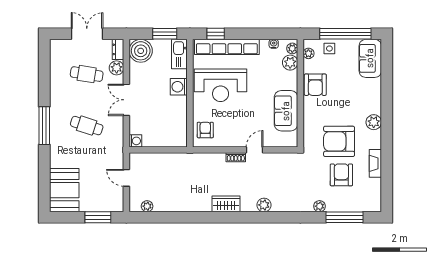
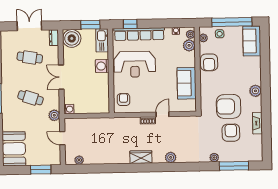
plant: (117, 68) -> (54, 115), moved

